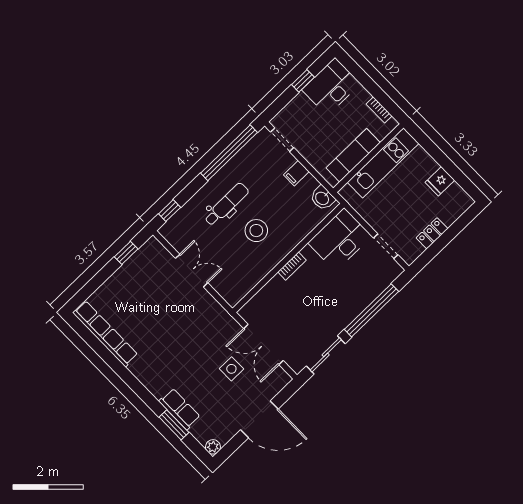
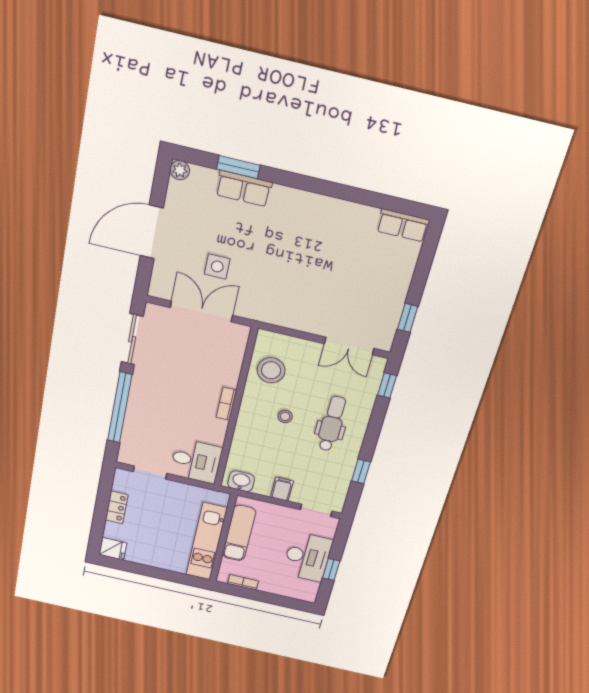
desk: (331, 87) -> (307, 557), moved
window: (229, 153) -> (361, 472), width x0.32
fridge: (440, 181) -> (113, 549), moved, turned 90
dental chair: (226, 204) -> (332, 424), turned 180
stool: (256, 231) -> (285, 416), width x0.53, depth x0.53
desk: (340, 240) -> (196, 461), width x0.73
double door: (192, 271) -> (349, 346), moved
stool: (244, 272) -> (271, 370), added
row of seats: (105, 334) -> (403, 225), width x0.50

